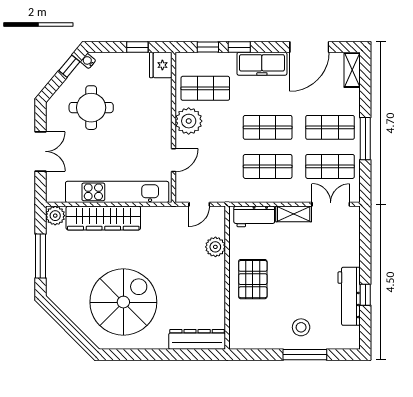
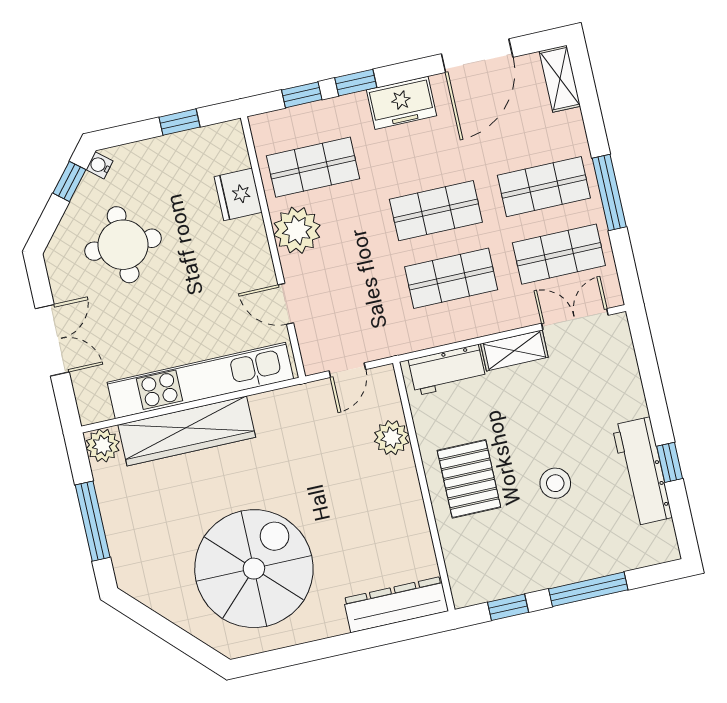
freezer: (262, 64) -> (402, 103), width x0.71
fridge: (161, 65) -> (238, 194), moved
door: (173, 160) -> (286, 304), swing flipped
stool: (301, 327) -> (555, 483), moved
window: (258, 355) -> (508, 607), added

